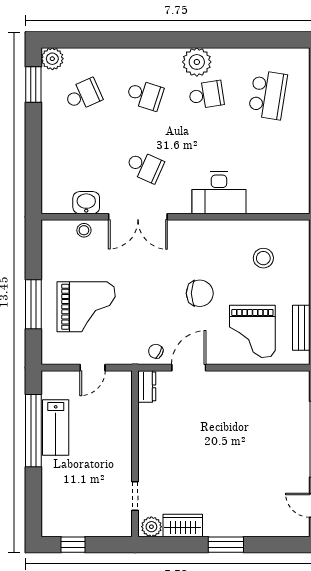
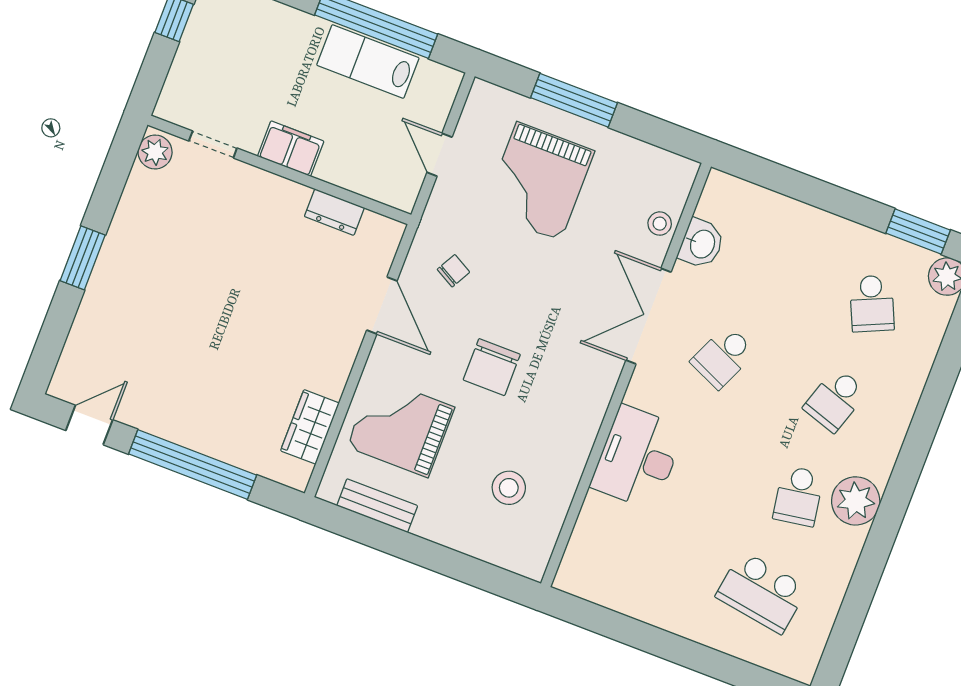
chair: (156, 351) -> (453, 271), moved
dresser: (147, 386) -> (334, 212), moved
filing cabinet: (121, 452) -> (291, 149), added
wardrobe: (183, 525) -> (310, 427), moved, turned 180

